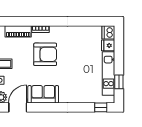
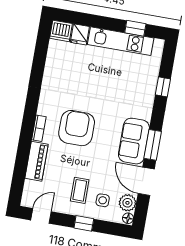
window: (43, 107) -> (153, 145), added
window: (101, 107) -> (163, 87), moved

